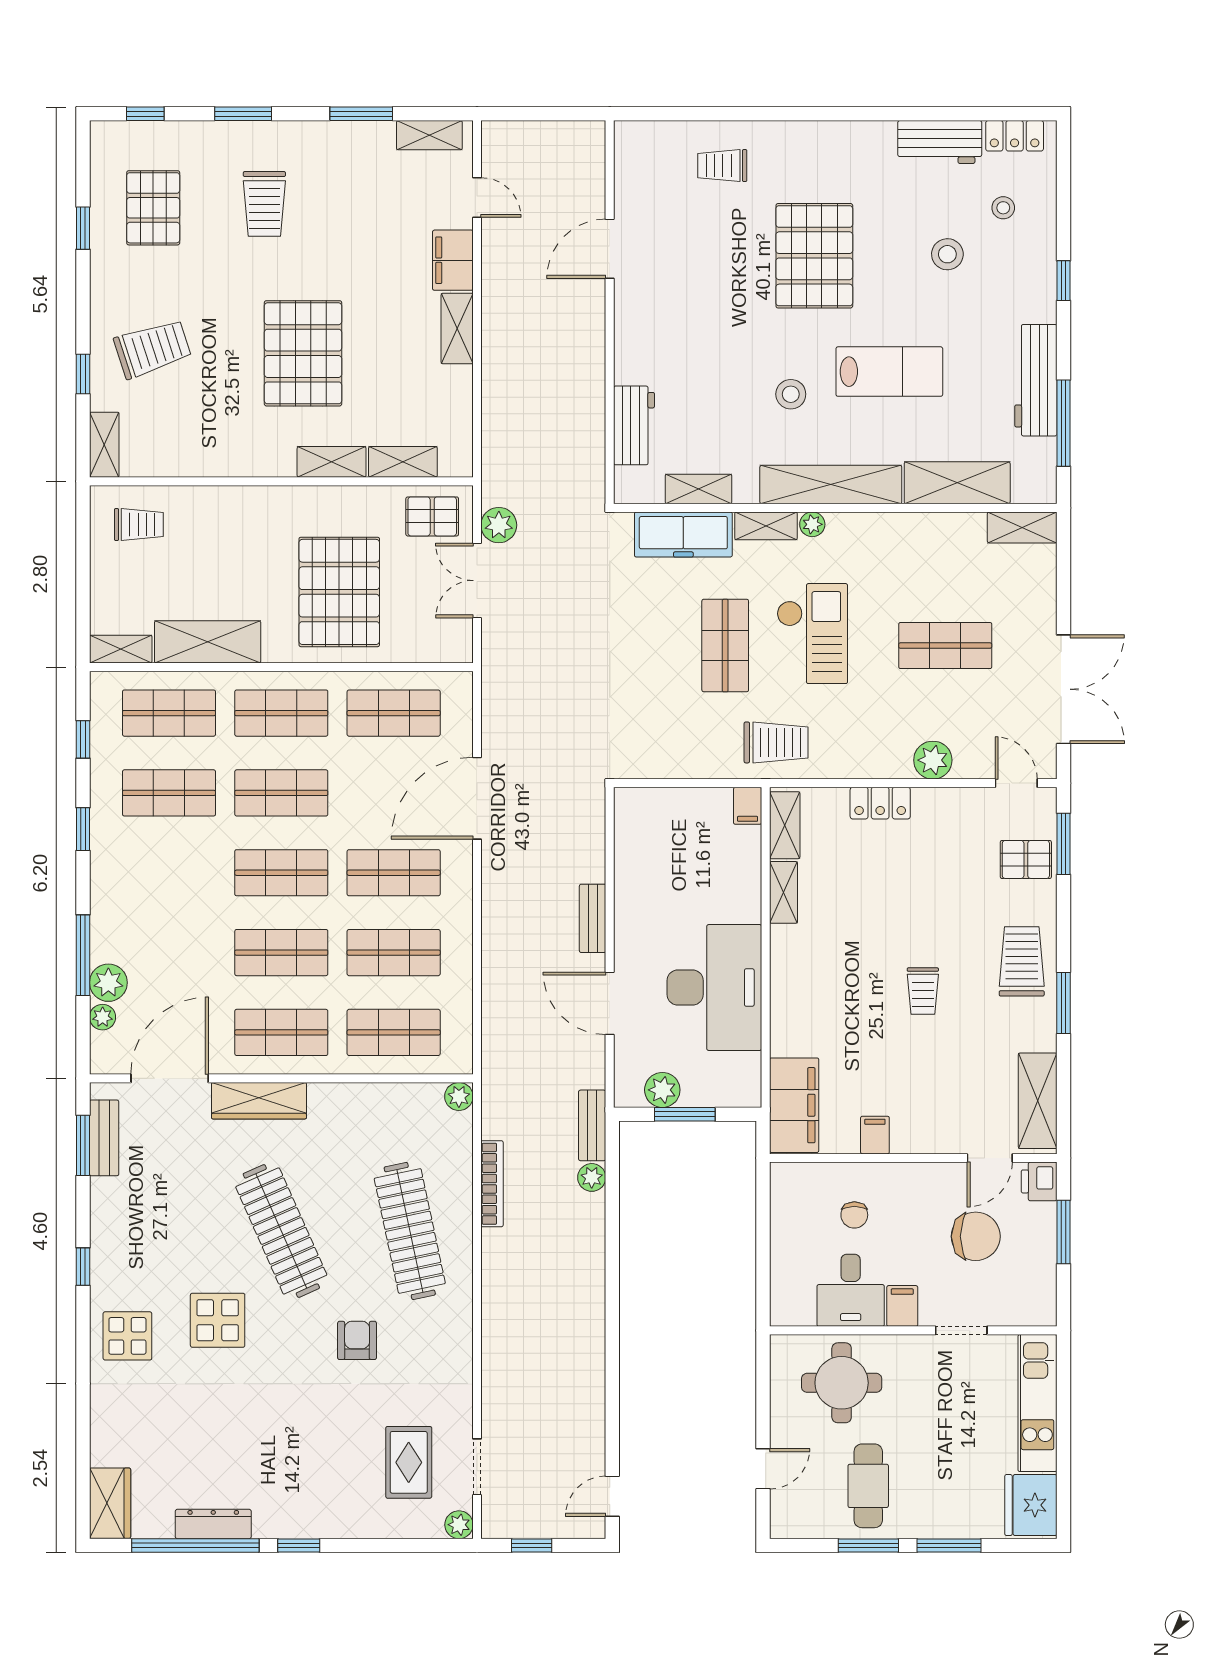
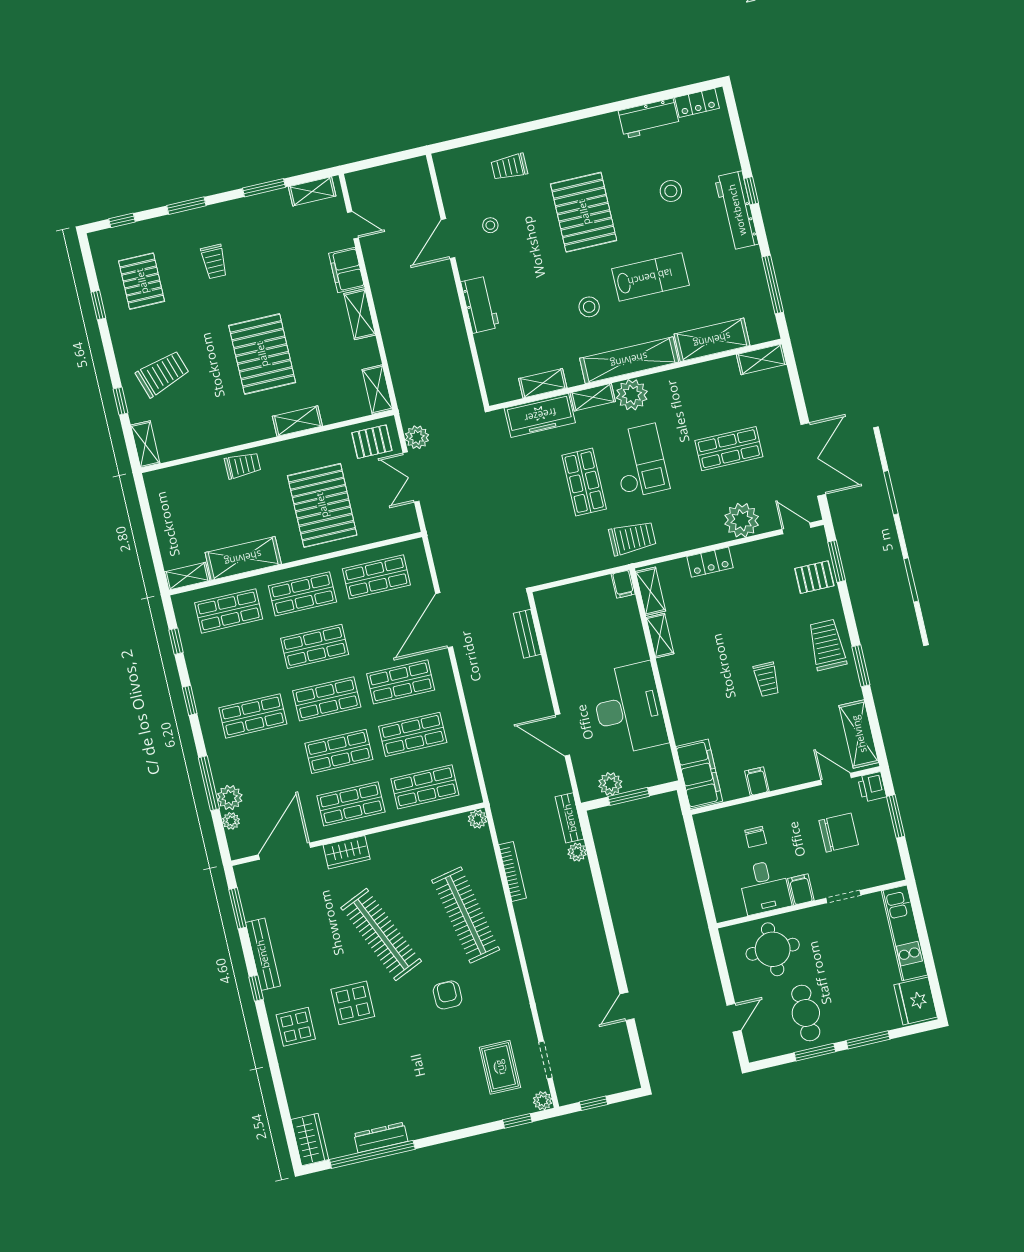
trolley: (264, 204) -> (214, 262), width x0.73, depth x0.72
stool: (1003, 208) -> (490, 225), moved
workbench: (1036, 380) -> (737, 210), moved
workbench: (634, 425) -> (480, 305), moved
shelving: (403, 462) -> (377, 390), moved, turned 90
plant: (812, 524) -> (632, 395), width x1.88, depth x1.88
trolley: (139, 525) -> (243, 465), moved
plant: (933, 760) -> (742, 520), width x1.36, depth x1.36
shop shelf: (169, 793) -> (253, 716), moved
bench: (593, 918) -> (527, 634), moved
wardrobe: (259, 1101) -> (347, 852), width x0.67
bench: (104, 1138) -> (263, 954), moved, width x1.36
door: (990, 1158) -> (836, 779), swing flipped
door: (612, 1496) -> (627, 1006), moved
window: (299, 1545) -> (517, 1121), moved

